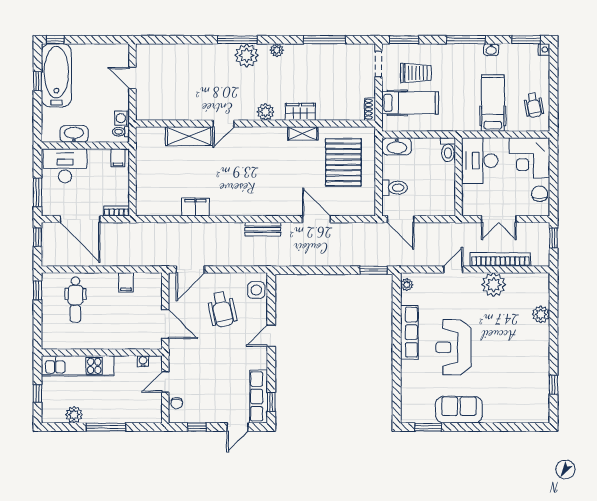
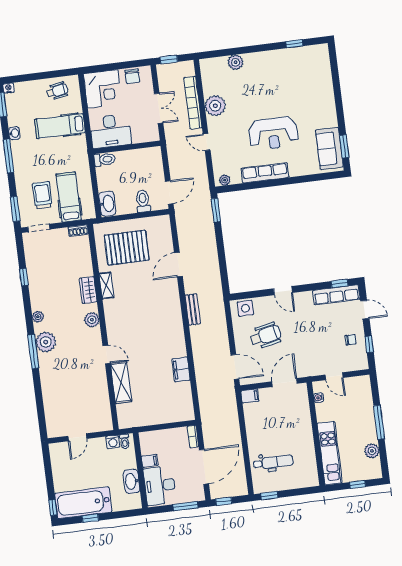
window: (324, 40) -> (24, 277), width x0.46
filing cabinet: (118, 158) -> (150, 461), moved
chair: (540, 194) -> (132, 76), turned -90
filing cabinet: (126, 282) -> (250, 396), moved
chair: (177, 403) -> (351, 340), moved
sofa: (459, 410) -> (329, 149), moved

